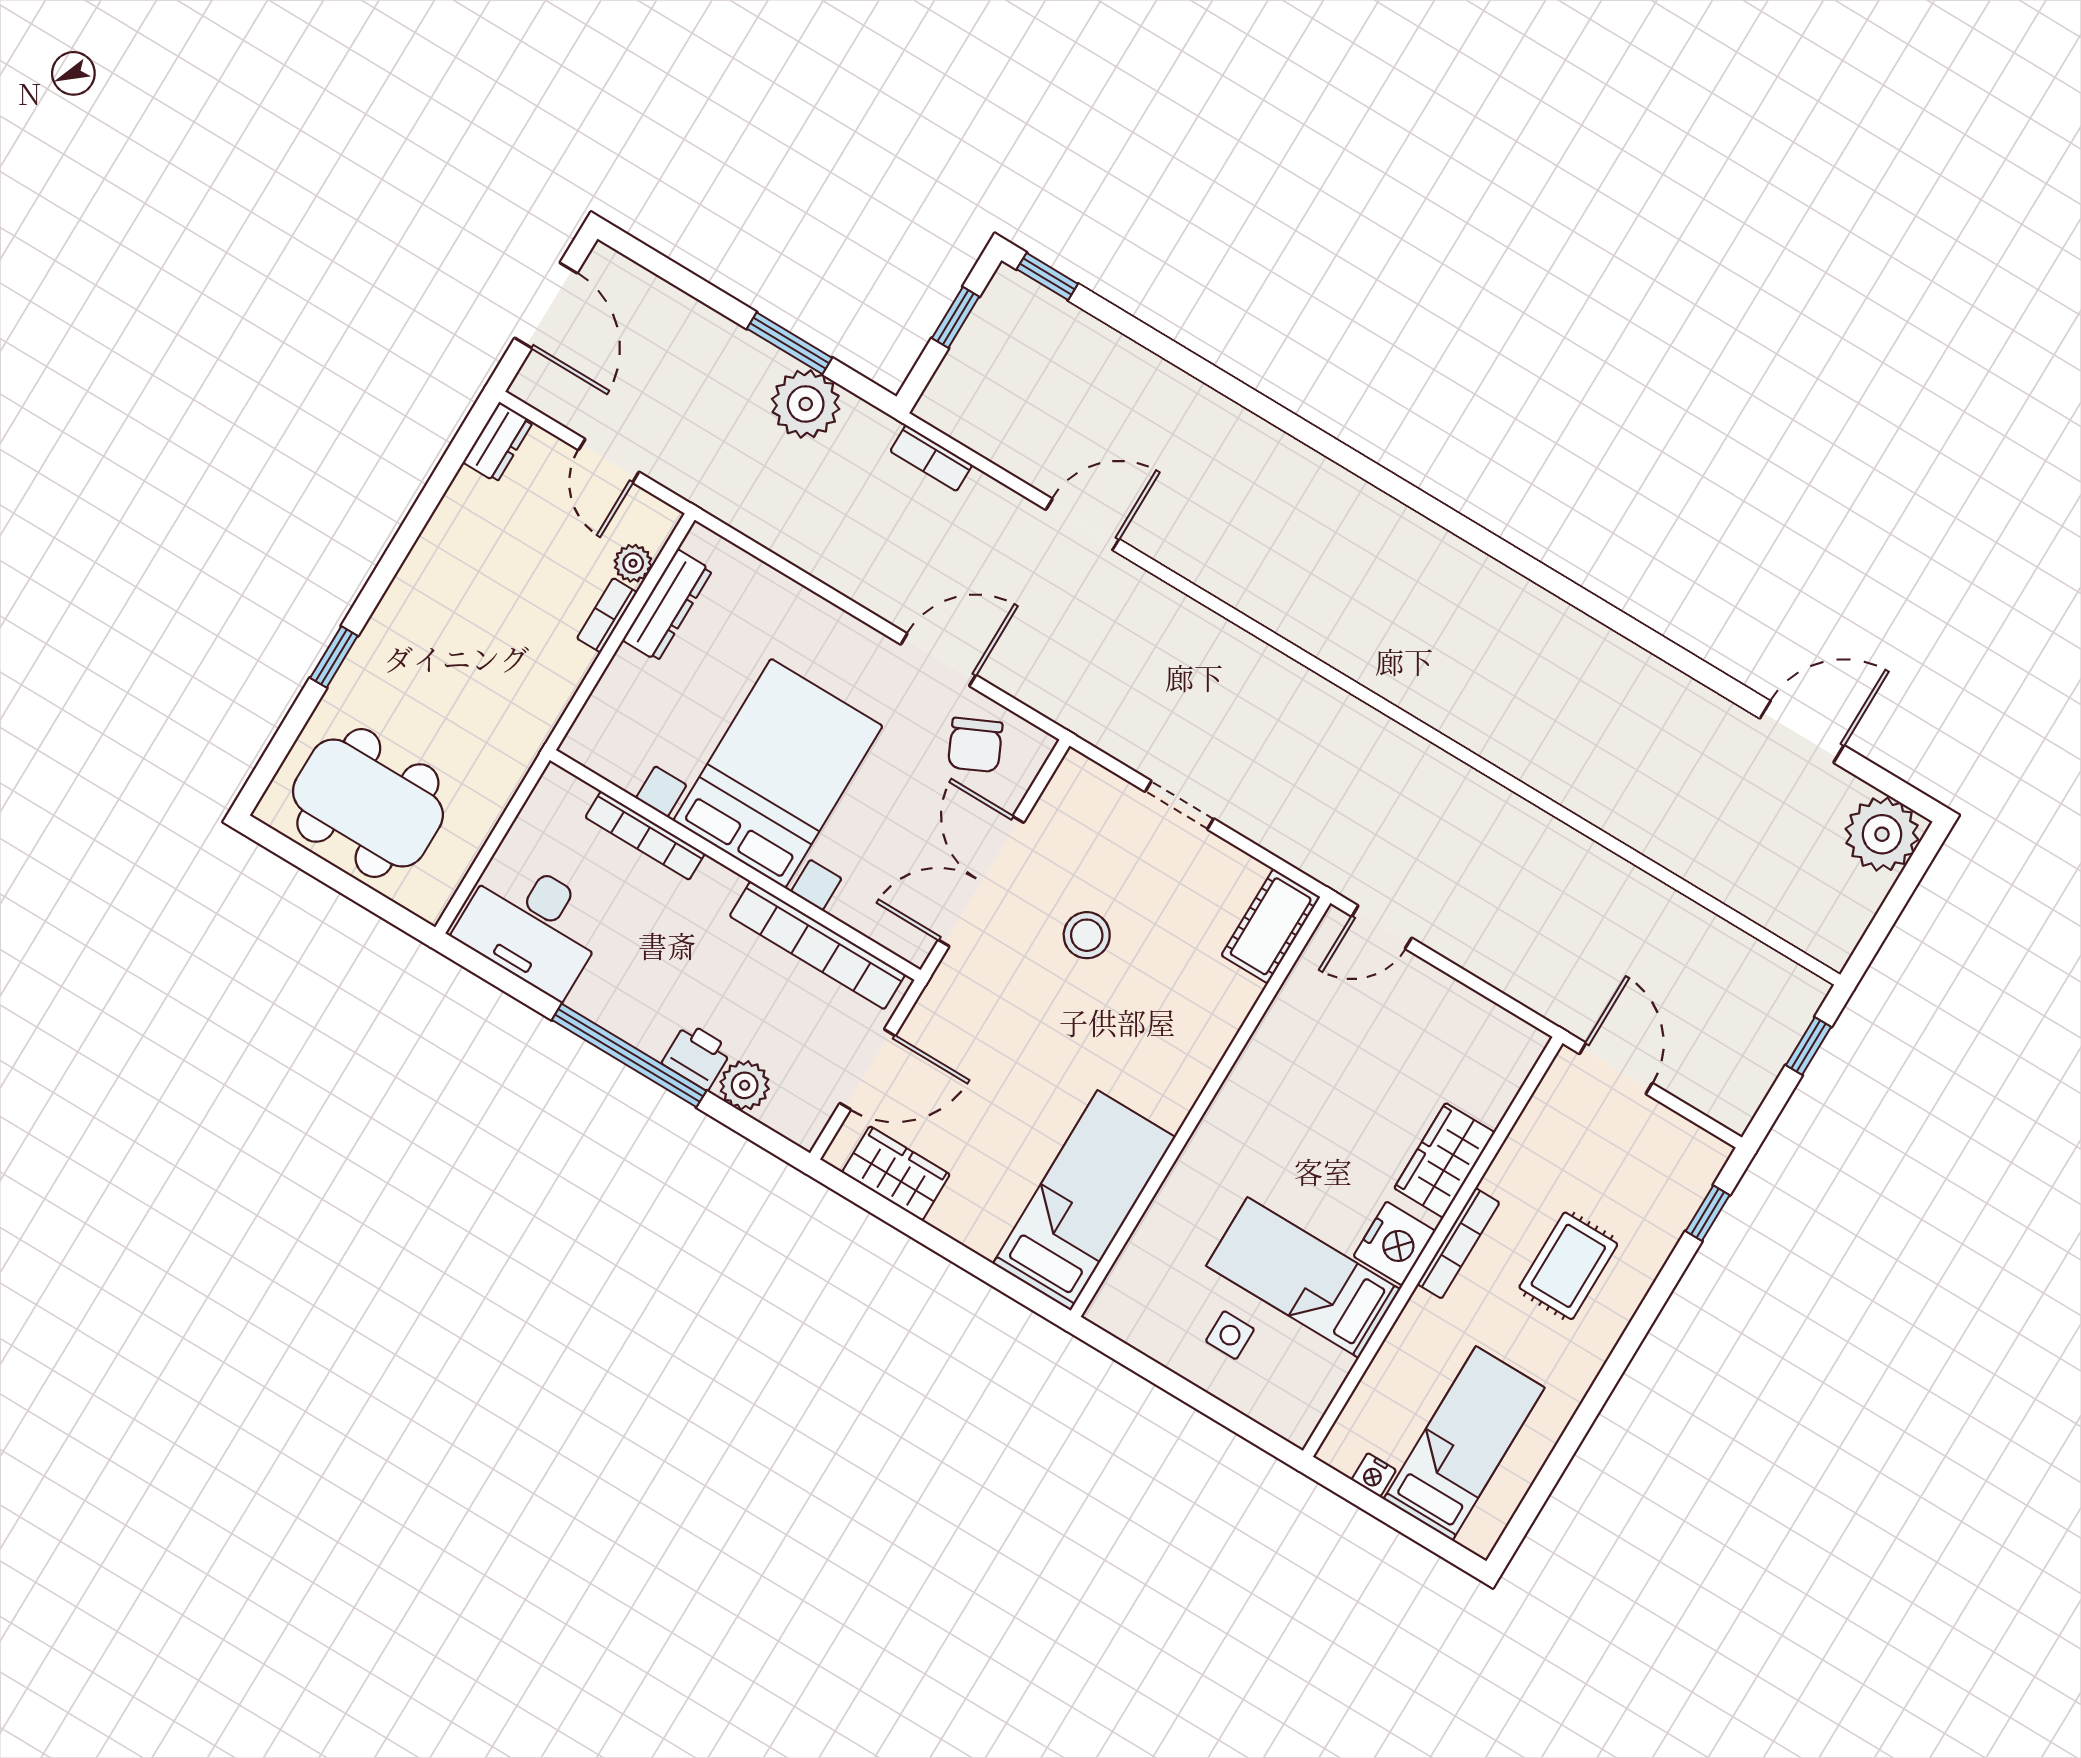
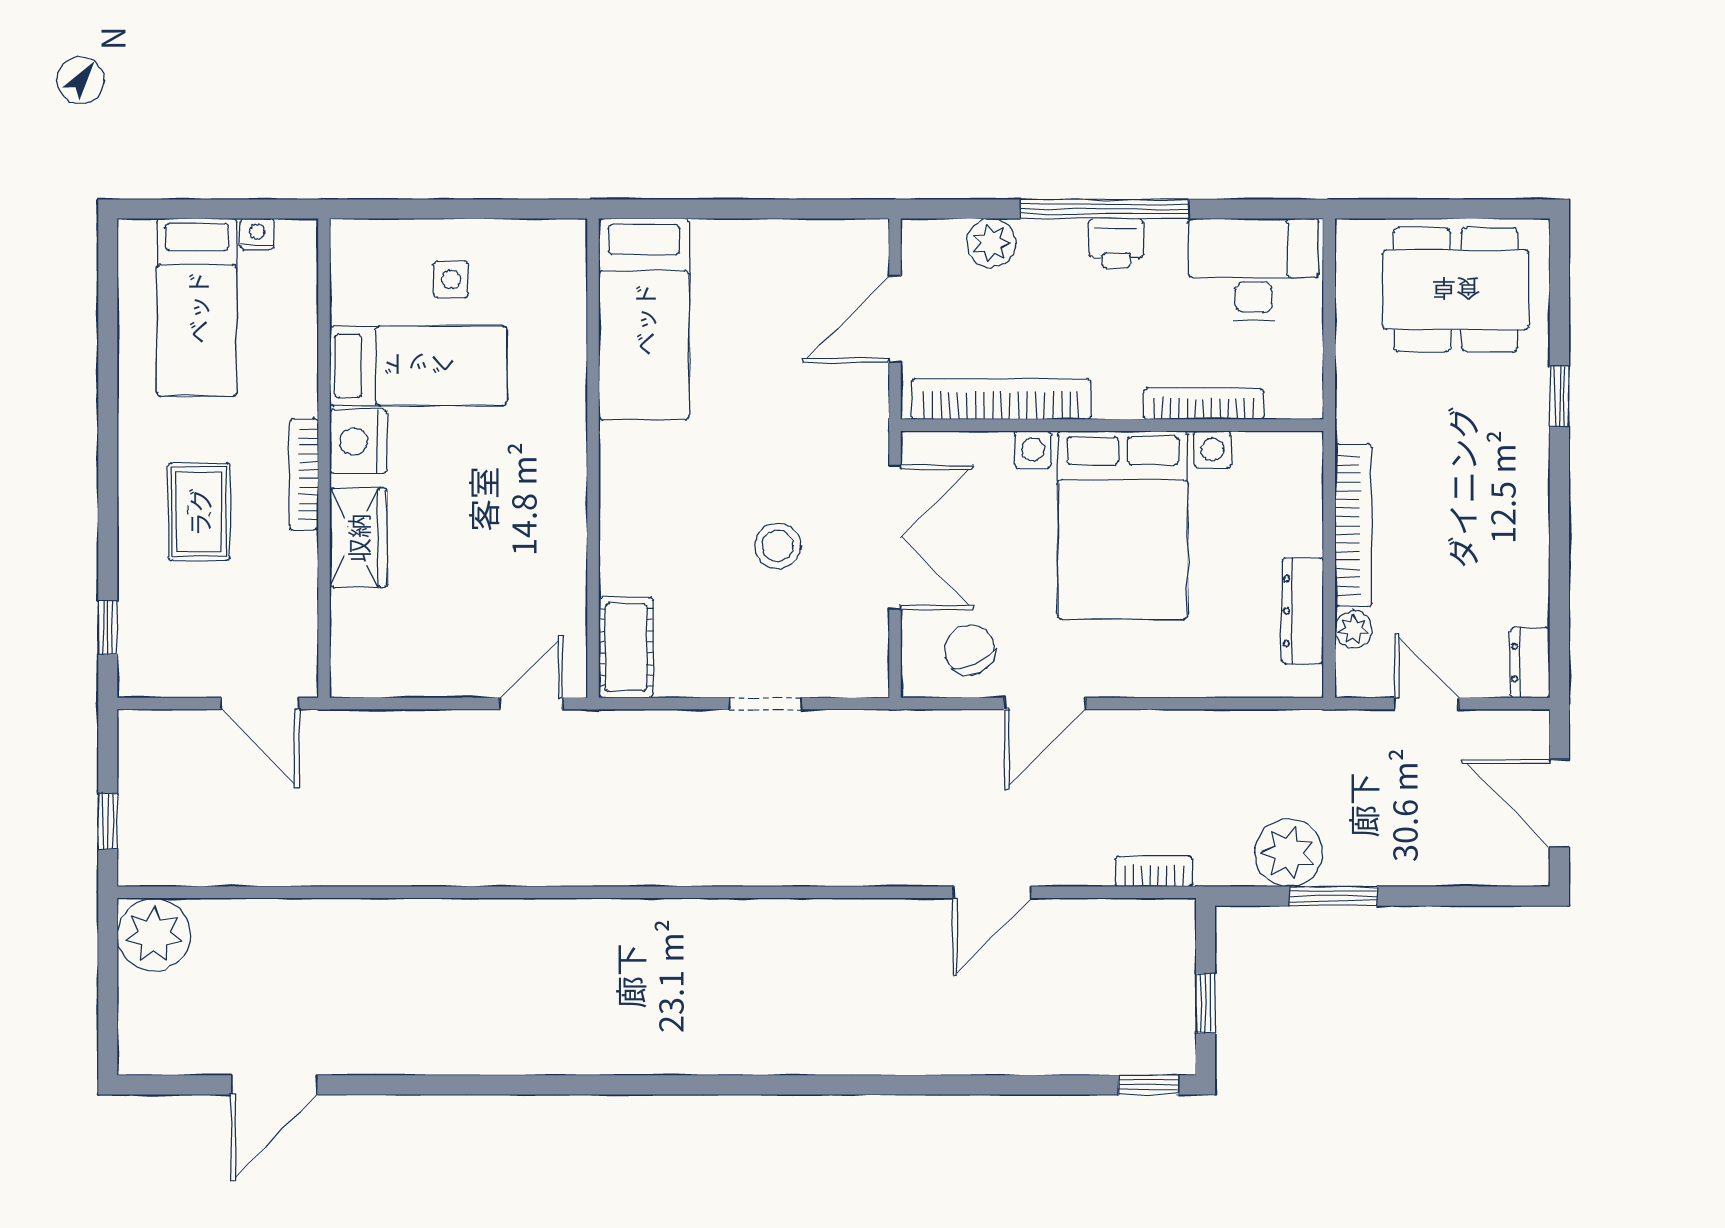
bookcase: (607, 615) -> (1353, 525), width x2.31, depth x1.31
plant: (1882, 834) -> (154, 935), moved
printer: (697, 1056) -> (1116, 243), moved
wardrobe: (896, 1173) -> (818, 245), removed

